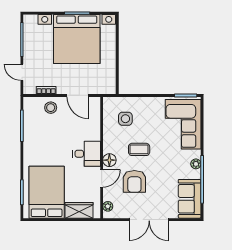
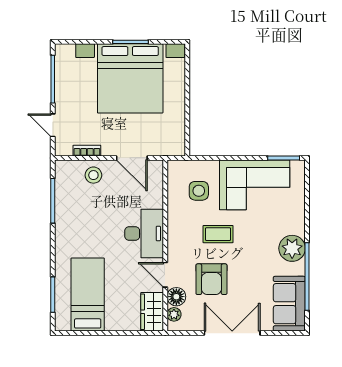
corner sofa: (183, 124) -> (255, 185), moved, turned -90
desk: (87, 154) -> (144, 234), width x1.37
floor lamp: (109, 160) -> (176, 297), moved
plant: (196, 164) -> (292, 248), width x1.87, depth x1.87
door: (102, 178) -> (165, 275), swing flipped
bed: (47, 192) -> (88, 294), width x0.67
wardrobe: (79, 210) -> (152, 312), moved, turned -90
double door: (149, 220) -> (232, 333), swing flipped

